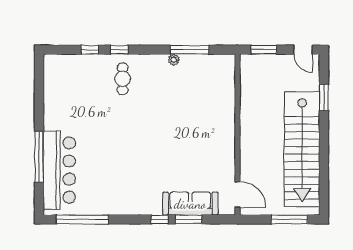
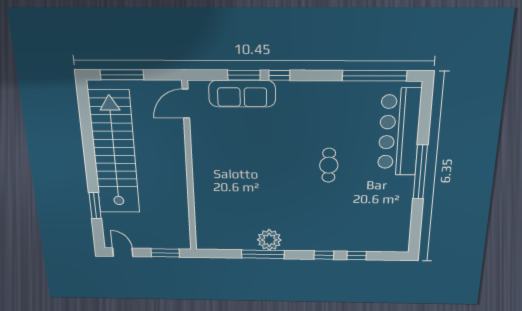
window: (190, 50) -> (263, 254), moved
plant: (174, 60) -> (269, 240), width x1.88, depth x1.88
cafe table: (123, 79) -> (329, 165), moved
window: (39, 157) -> (420, 172), moved
door: (238, 194) -> (186, 104), hinge flipped

